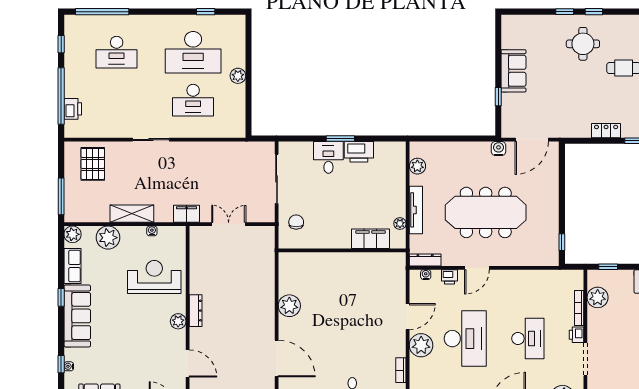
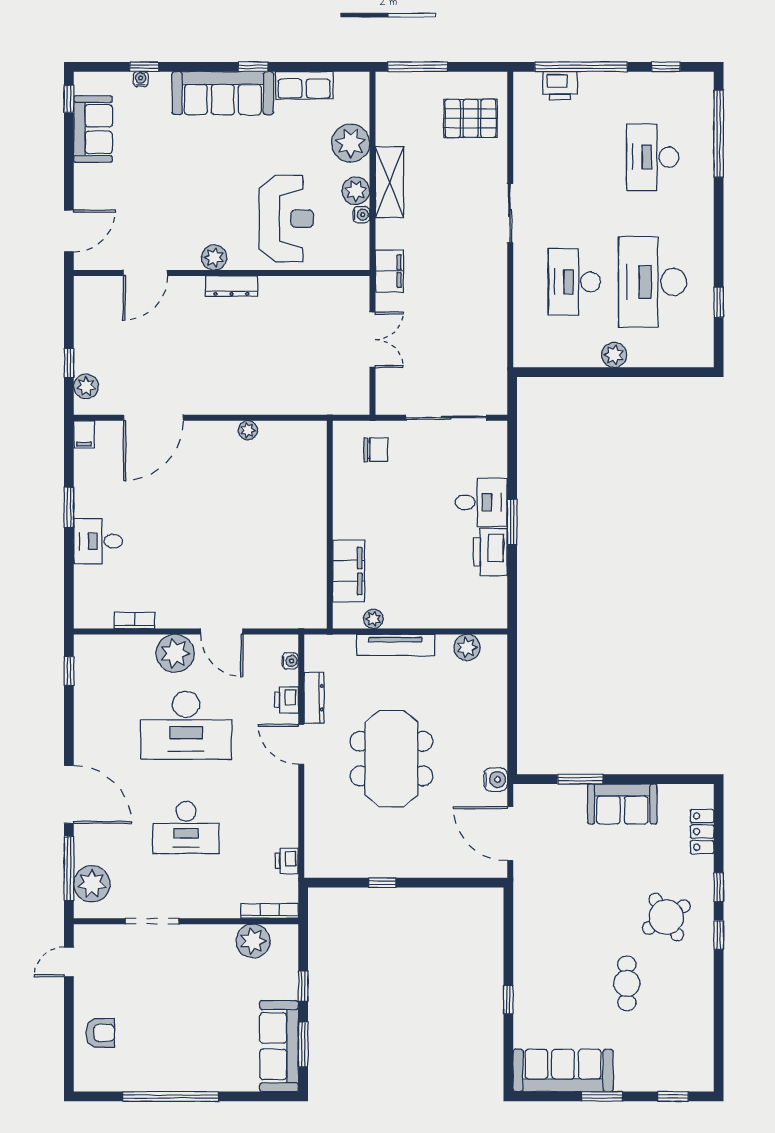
round table: (583, 44) -> (666, 917), turned -32
window: (498, 97) -> (580, 779), width x1.50
locker: (606, 131) -> (702, 832), moved, turned 180
meeting table: (486, 212) -> (391, 759), width x0.73
plant: (73, 234) -> (356, 191), moved
window: (562, 242) -> (382, 883), moved
dresser: (425, 260) -> (314, 698), moved
window: (608, 267) -> (303, 986), moved
plant: (289, 306) -> (248, 430), width x0.53, depth x0.53
bookcase: (579, 308) -> (270, 911), moved
printer: (577, 335) -> (287, 861), moved, turned -90

